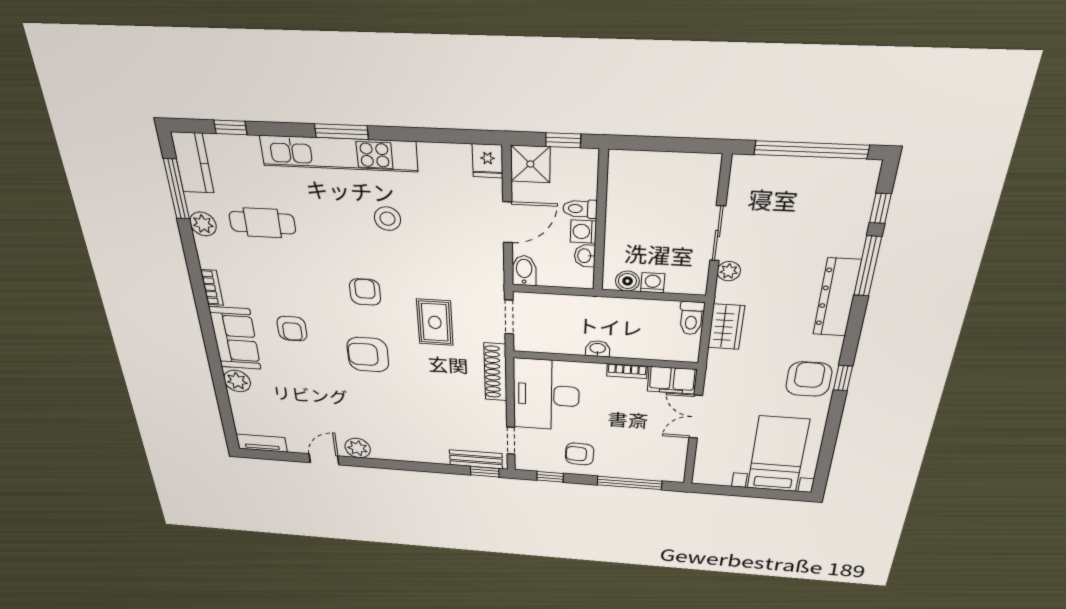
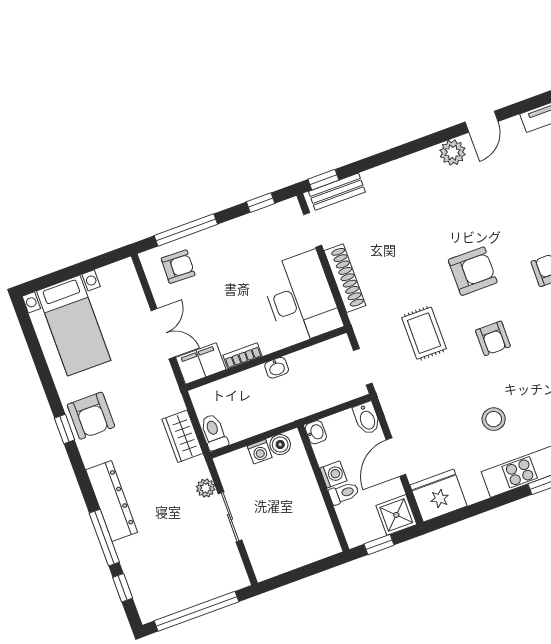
fridge: (488, 161) -> (438, 496), width x1.88, depth x1.34
washbasin: (585, 256) -> (316, 432), moved
shoe rack: (495, 372) -> (345, 278), moved
armchair: (580, 454) -> (178, 267), moved

